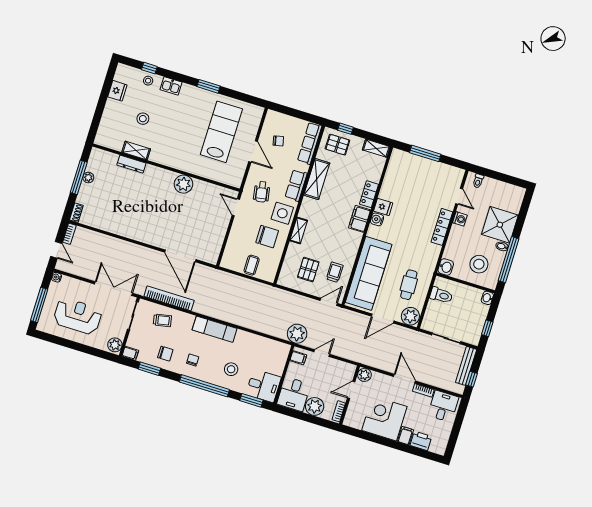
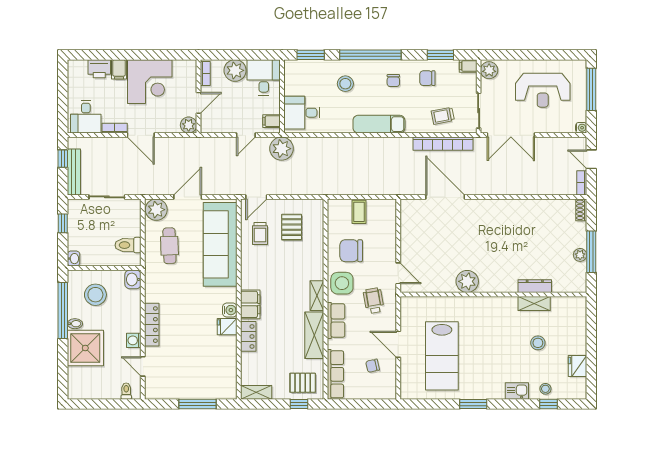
shelving: (299, 230) -> (317, 296), moved
desk: (263, 386) -> (302, 113), moved

